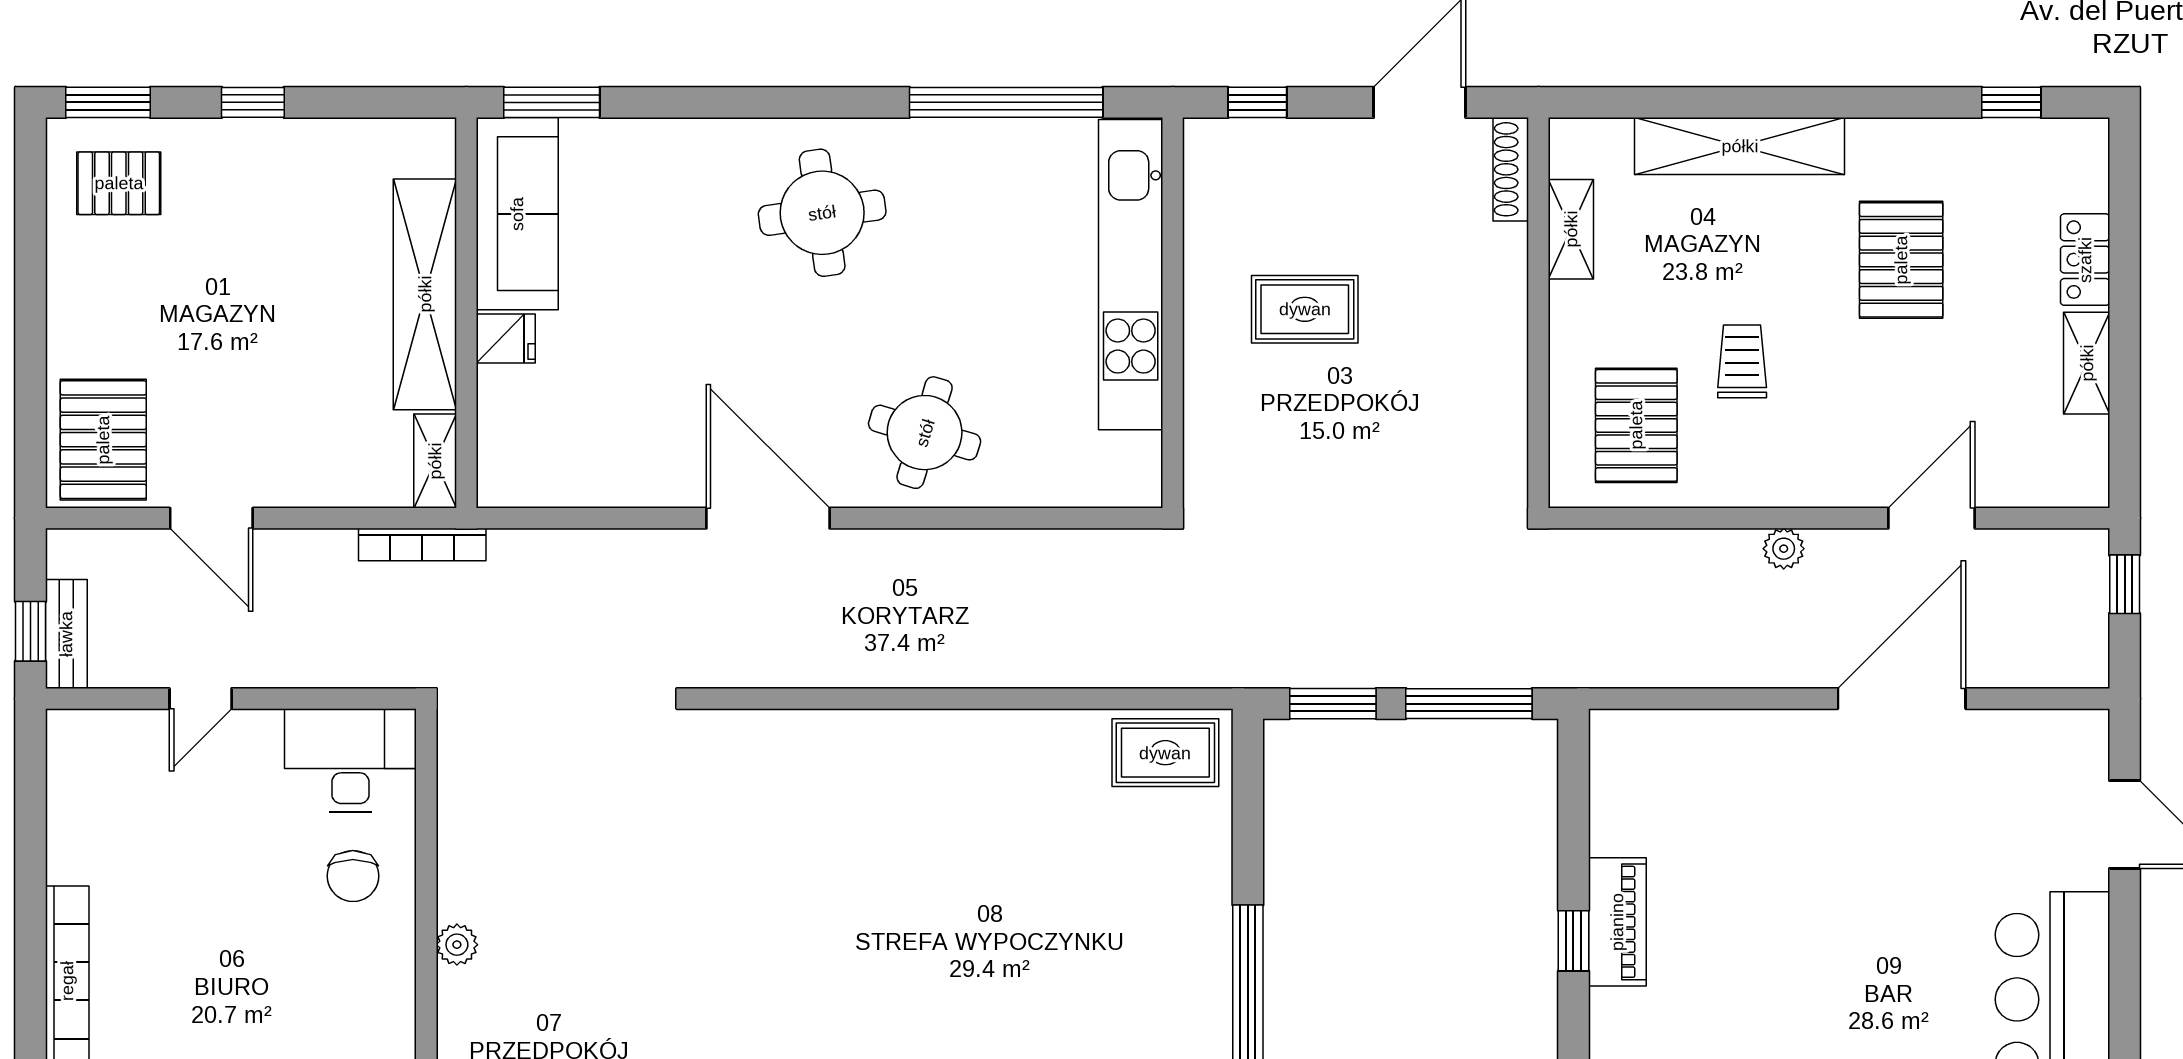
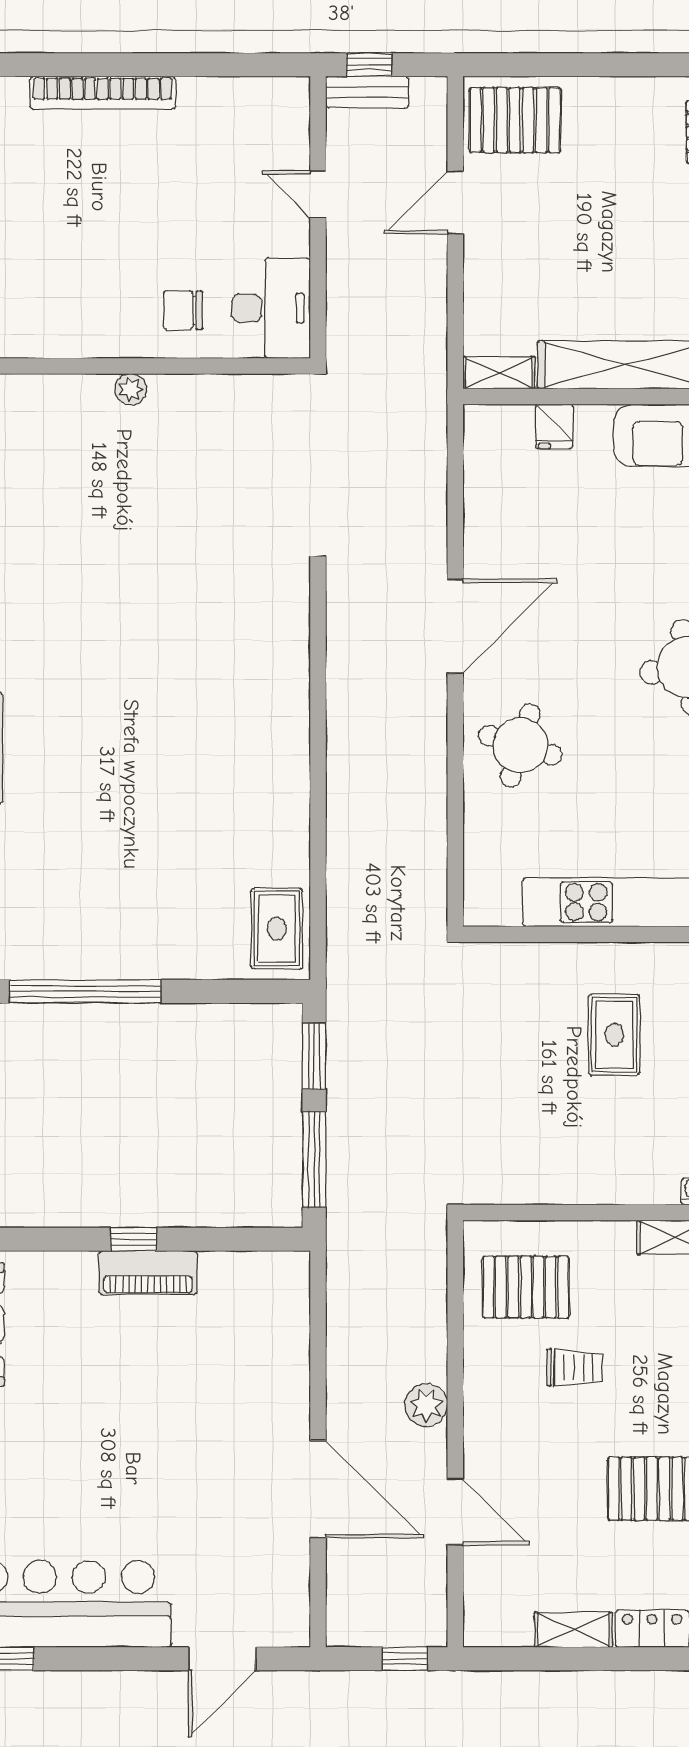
fridge: (506, 339) -> (554, 426), moved
bookcase: (422, 545) -> (435, 363), removed
plant: (1784, 549) -> (426, 1405), width x1.38, depth x1.38

